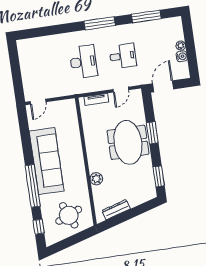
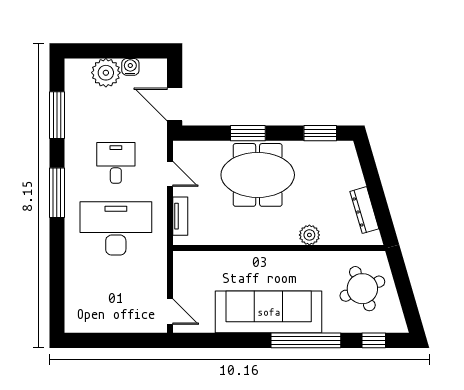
plant: (181, 46) -> (106, 73), width x1.87, depth x1.87
desk: (83, 62) -> (116, 228), width x1.36, depth x1.30

